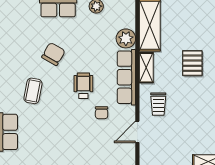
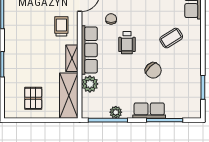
chair: (53, 54) -> (153, 70), turned -74
pallet: (192, 63) -> (33, 98), moved
coffee table: (33, 91) -> (171, 38), turned 47

